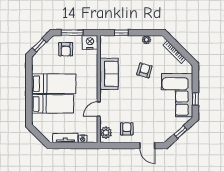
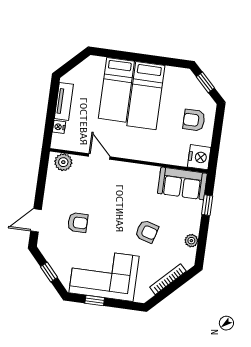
window: (72, 33) -> (217, 133), removed
sofa: (109, 74) -> (182, 183), moved
armchair: (127, 129) -> (78, 223), moved

